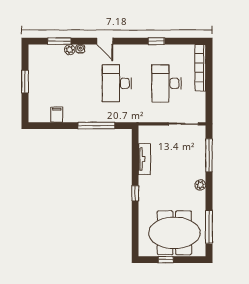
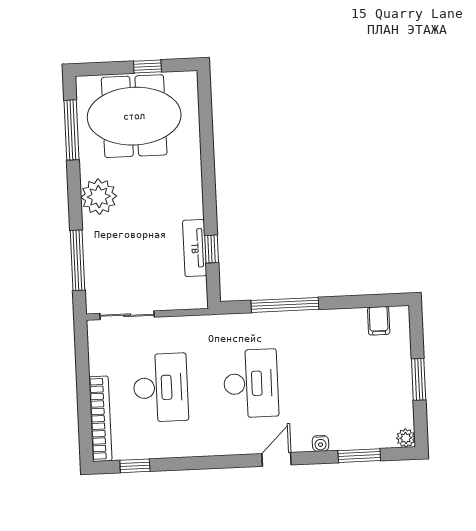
door: (105, 41) -> (276, 459), hinge flipped
window: (156, 41) -> (135, 466), moved
plant: (70, 50) -> (406, 438), moved
filing cabinet: (57, 115) -> (379, 321), moved
plant: (200, 185) -> (99, 197), width x1.87, depth x1.87
window: (135, 193) -> (212, 249), moved

